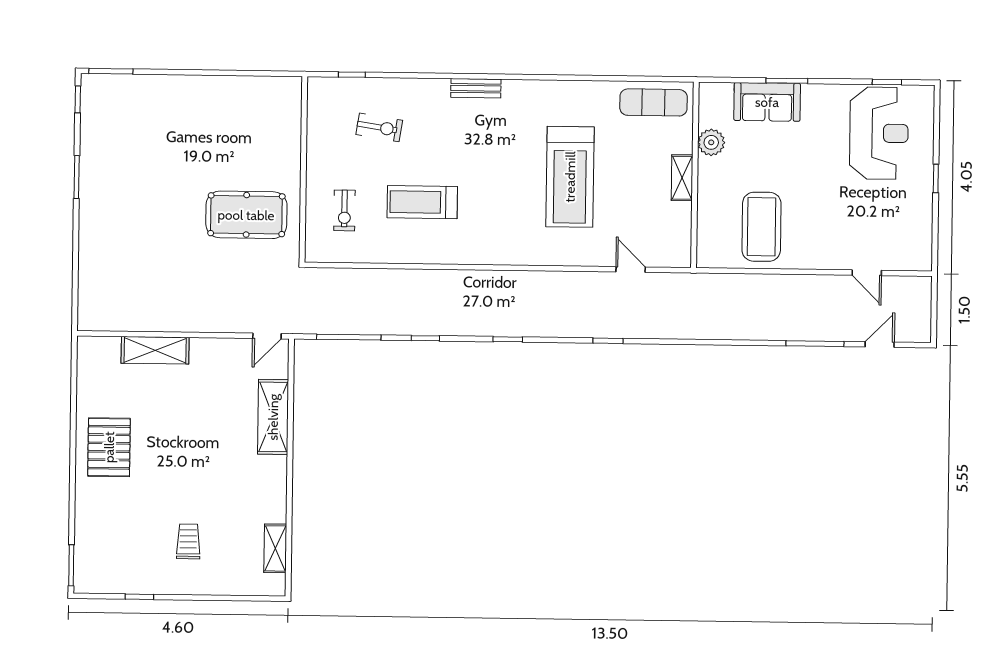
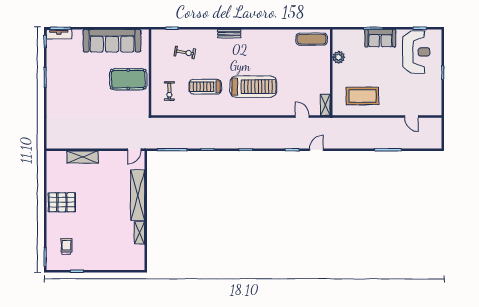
tv unit: (108, 84) -> (59, 34), added
sofa: (222, 100) -> (112, 41), added
sofa: (767, 102) -> (380, 38), moved
treadmill: (570, 177) -> (253, 87), moved, turned -90
shelving: (682, 178) -> (325, 105), moved
pool table: (246, 215) -> (128, 79), moved
coffee table: (761, 227) -> (362, 96), turned 90
door: (880, 345) -> (317, 150), moved
shelving: (273, 417) -> (138, 195), width x1.47
pallet: (109, 447) -> (62, 202), turned 90
trolley: (188, 541) -> (66, 246), moved
shelving: (275, 548) -> (139, 233), moved

